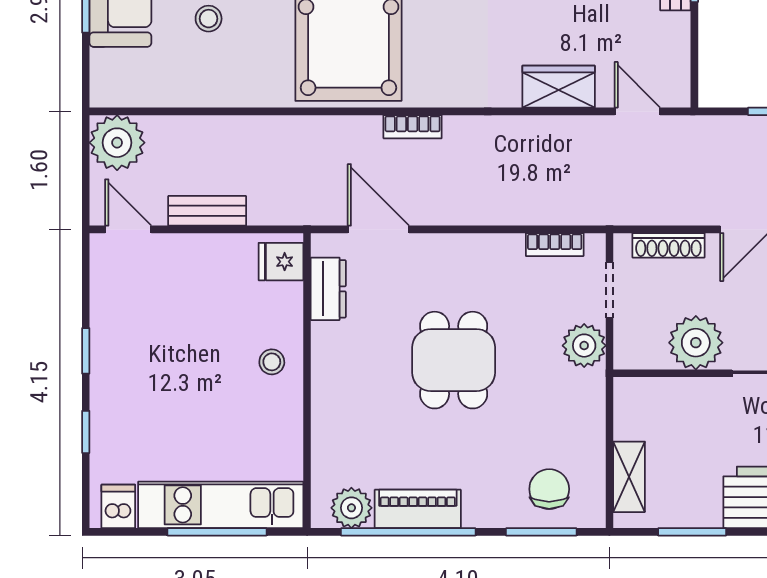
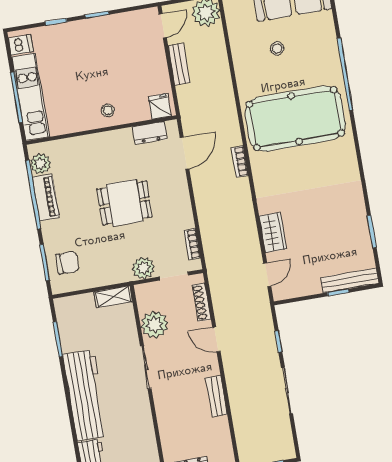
shelving: (629, 477) -> (113, 297), moved

